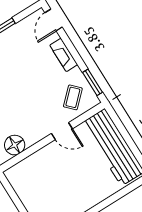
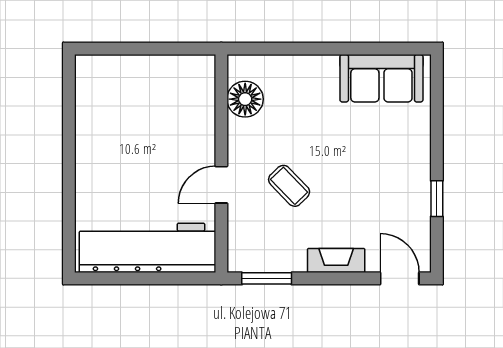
coffee table: (73, 97) -> (289, 186), moved

